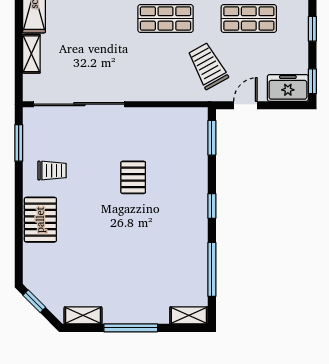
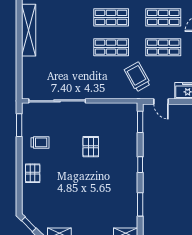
shelving: (31, 54) -> (27, 69), removed
door: (245, 105) -> (161, 101), swing flipped
pallet: (40, 220) -> (33, 173), width x0.67, depth x0.71
window: (212, 269) -> (140, 204), width x0.69

